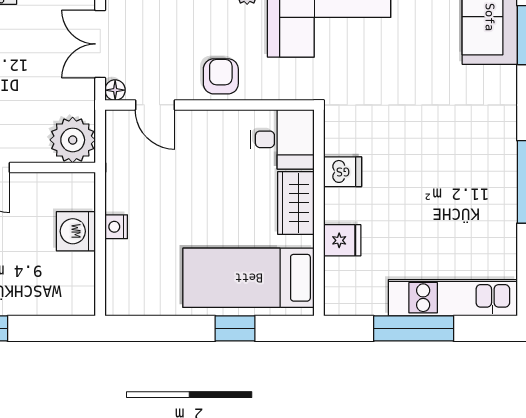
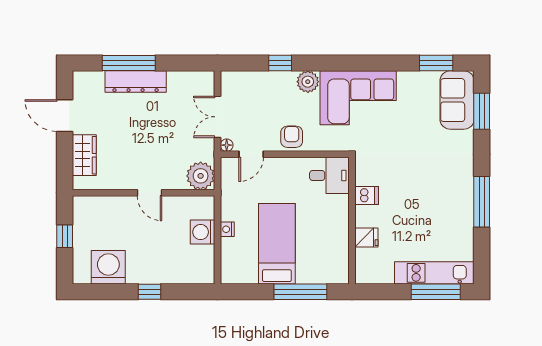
door: (155, 105) -> (251, 154), hinge flipped
wardrobe: (296, 203) -> (338, 215), removed
bed: (249, 278) -> (277, 244), moved, turned 90
window: (235, 328) -> (300, 292), width x2.17
window: (414, 328) -> (436, 292), moved

